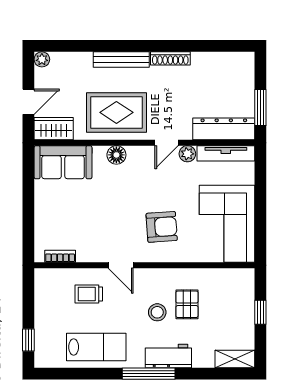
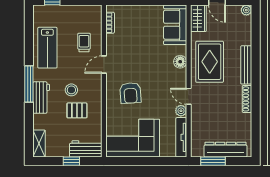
dresser: (224, 129) -> (225, 150), moved, turned -90
workbench: (243, 292) -> (86, 149), added

